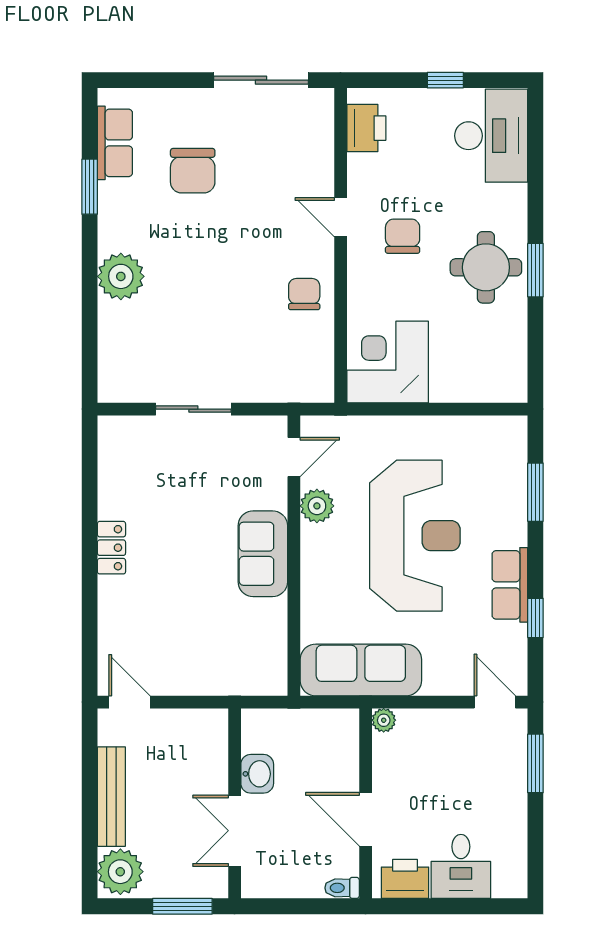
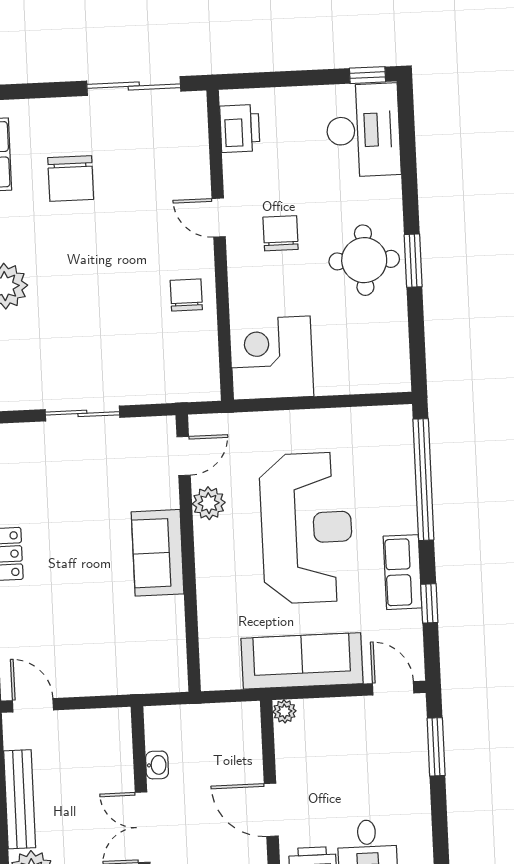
window: (445, 80) -> (367, 75), moved
window: (535, 492) -> (423, 480), width x2.11
sofa: (361, 670) -> (302, 661), moved
washbasin: (257, 774) -> (157, 765), width x0.72, depth x0.69

